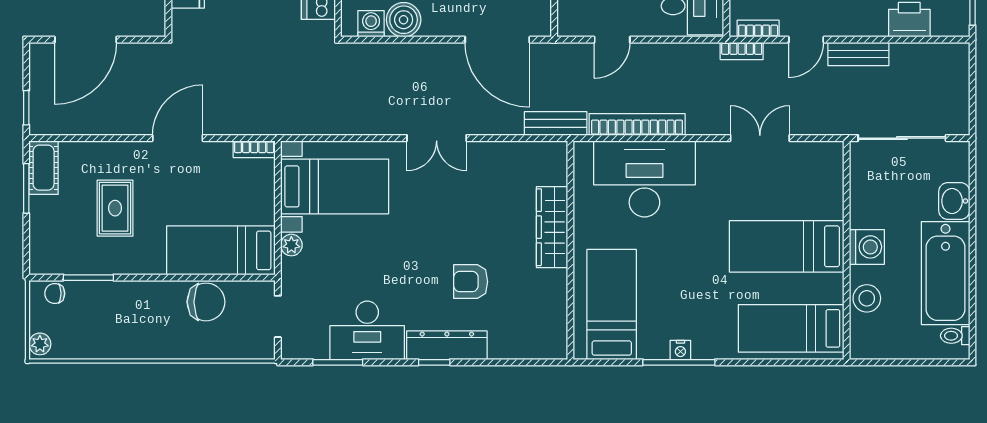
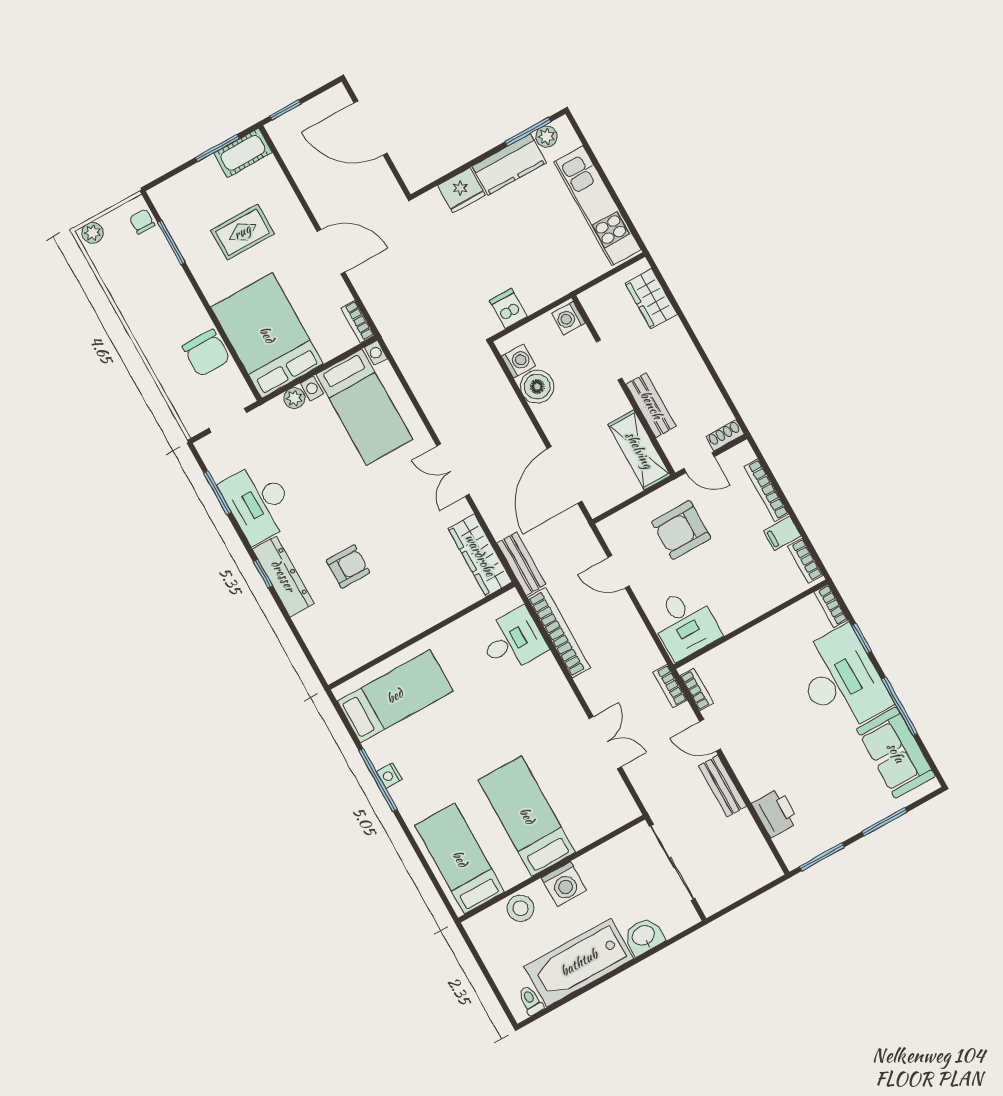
desk: (644, 179) -> (513, 641), width x0.53, depth x0.77
wardrobe: (552, 227) -> (480, 555), moved, turned -90
bed: (221, 250) -> (267, 335), width x1.50
armchair: (471, 282) -> (348, 566), turned 90

